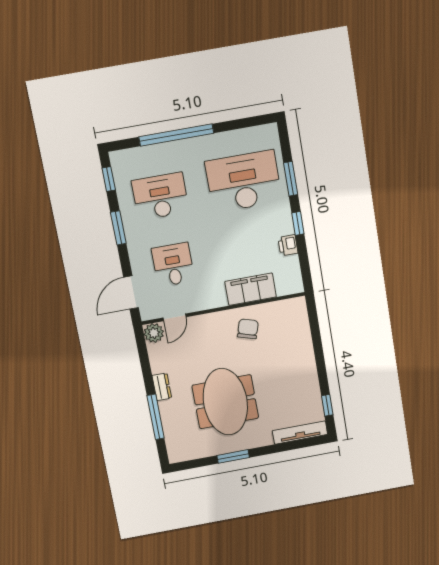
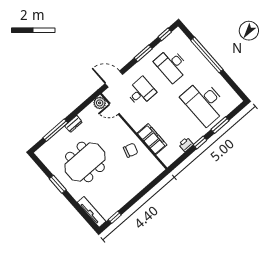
desk: (244, 181) -> (204, 102), turned 180
desk: (160, 196) -> (172, 65), turned 180

